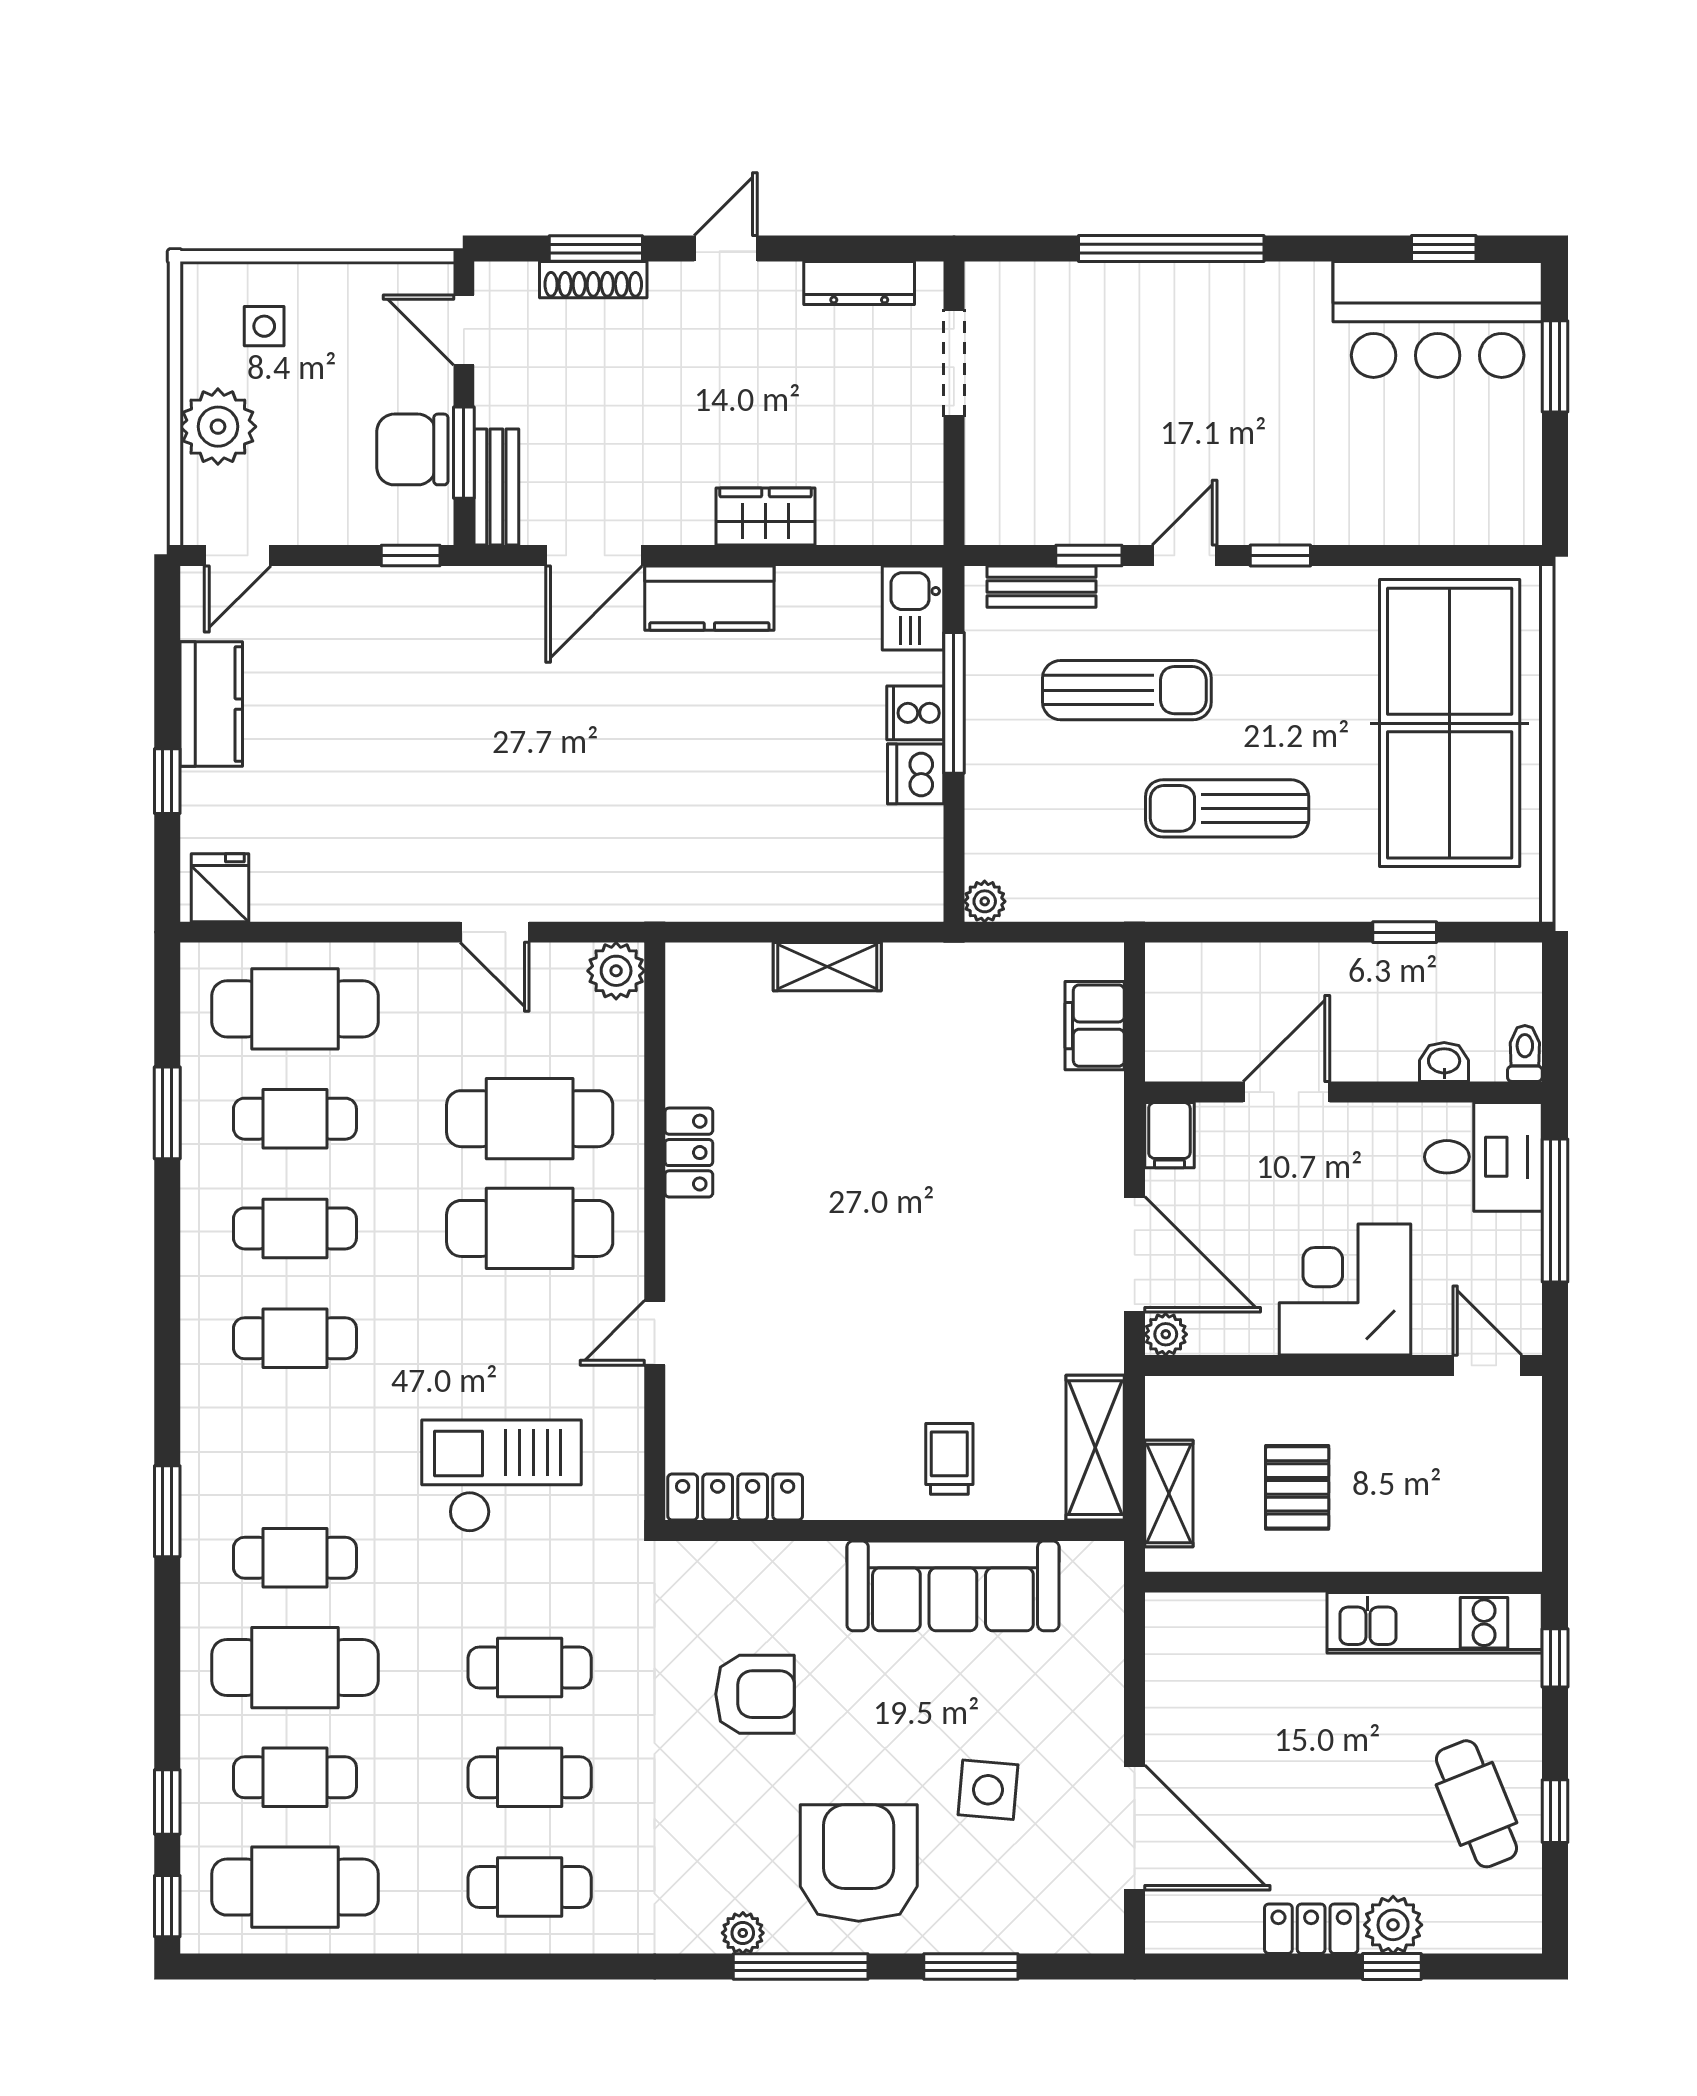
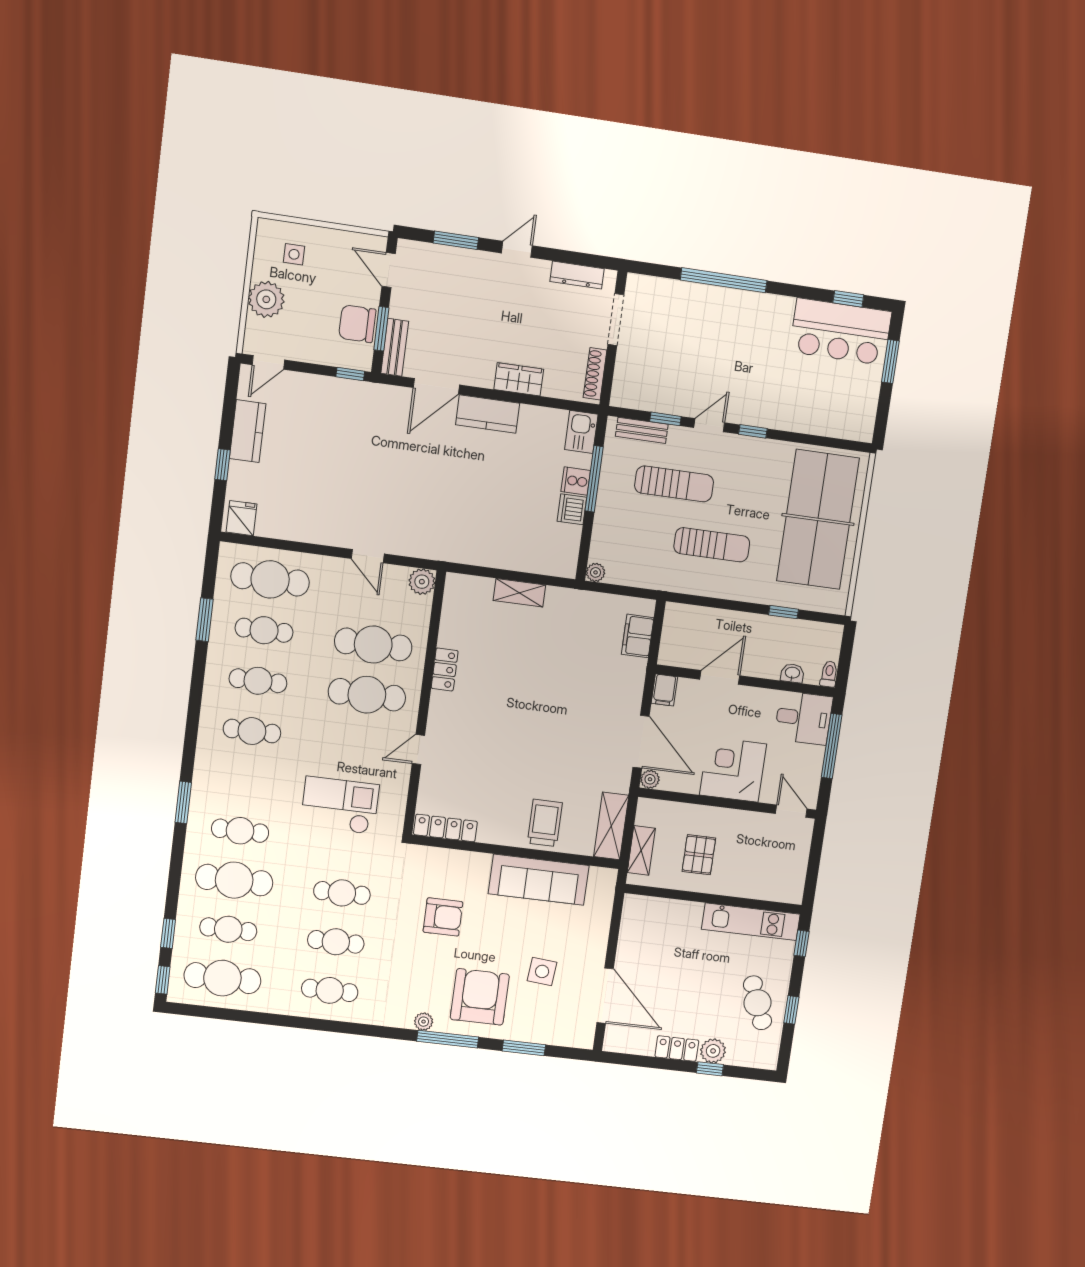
shoe rack: (593, 280) -> (595, 374), moved, turned 90
sun lounger: (1227, 808) -> (712, 545), turned 180
trolley: (949, 1459) -> (545, 823), width x1.36, depth x1.39

